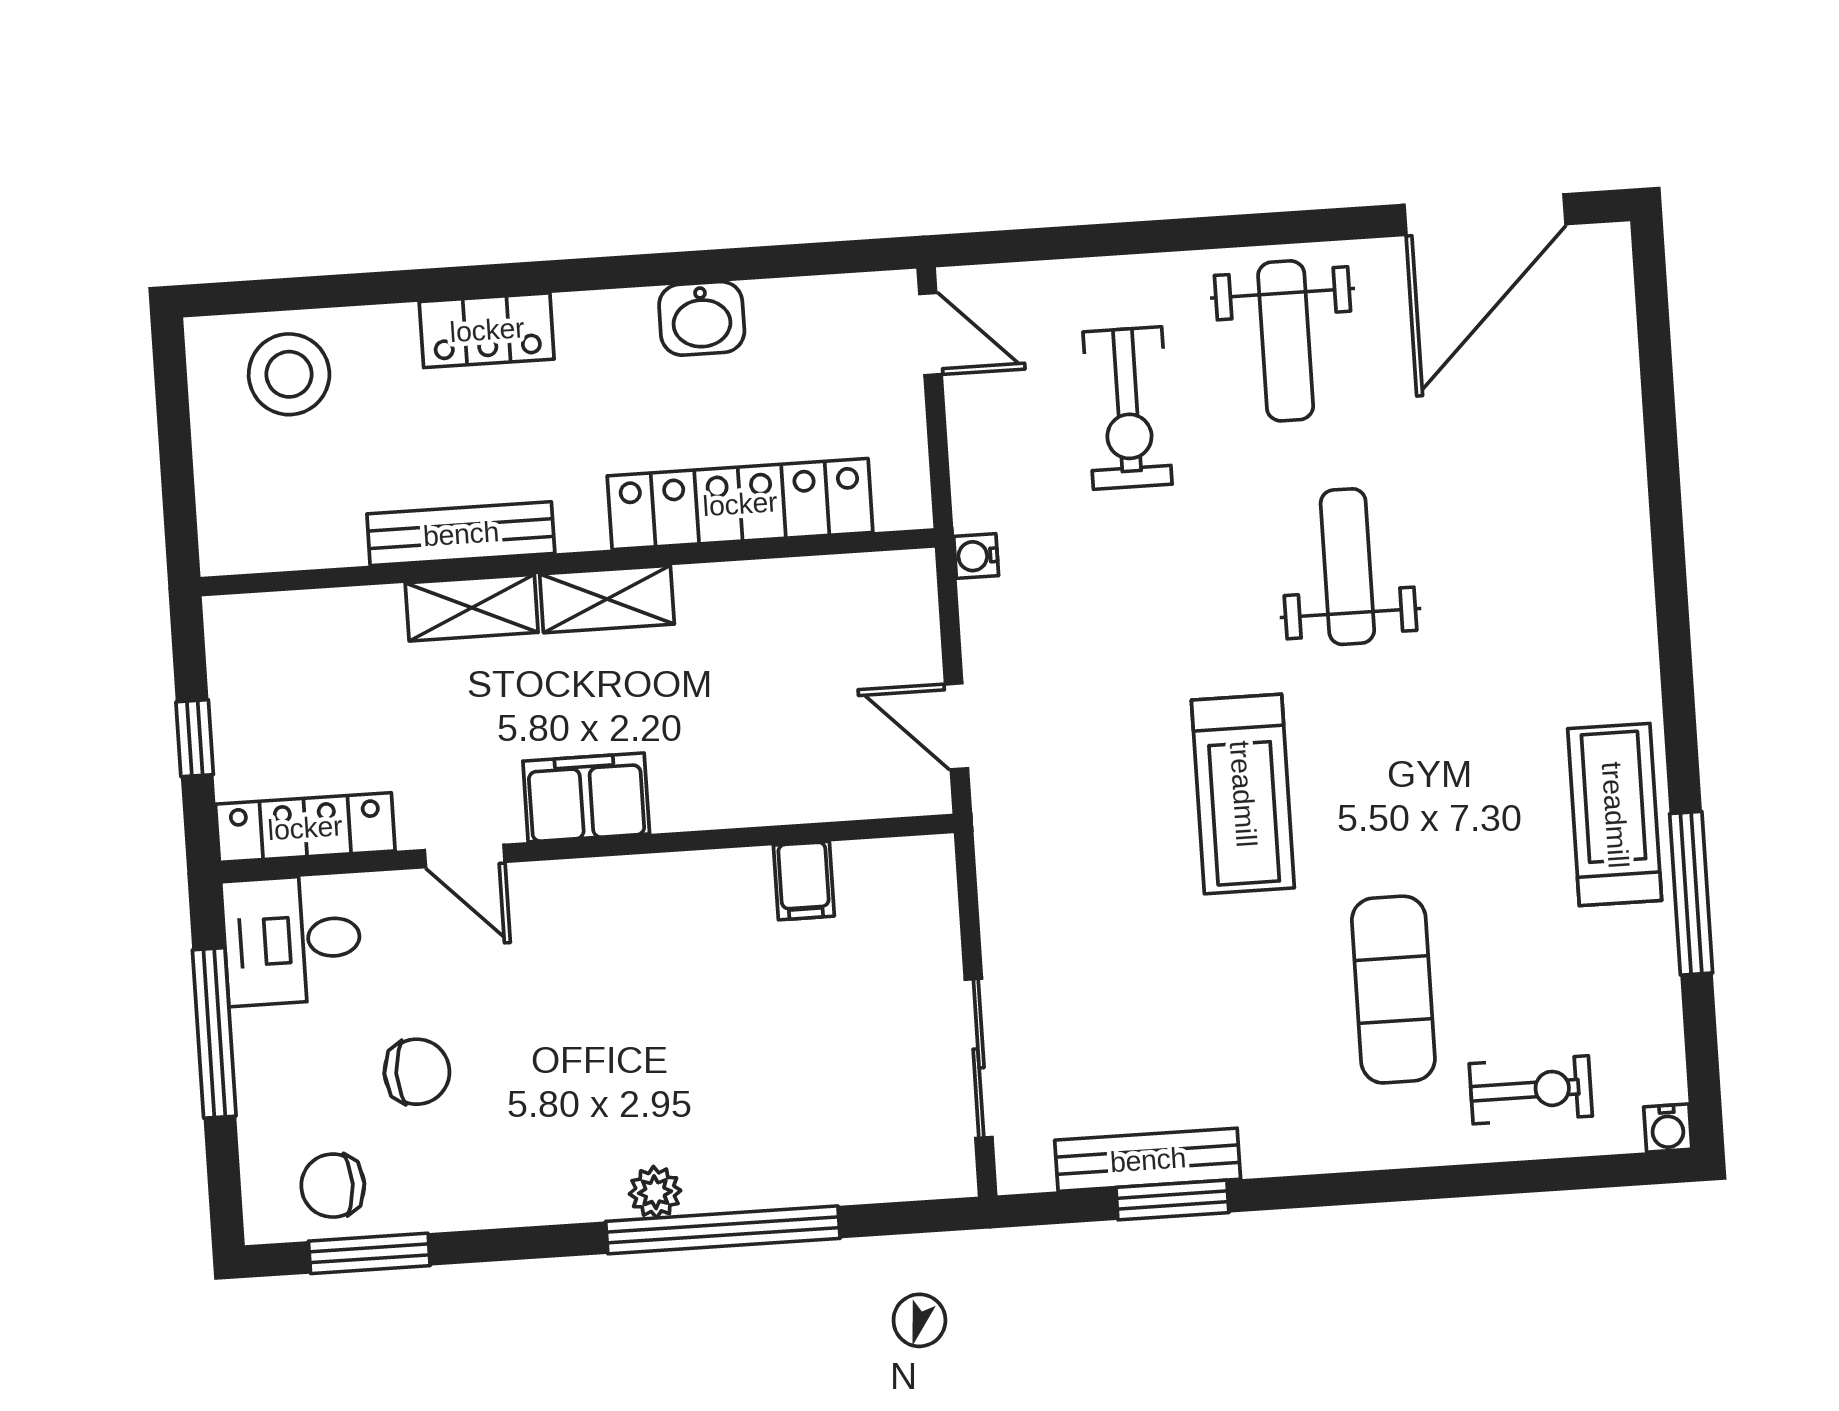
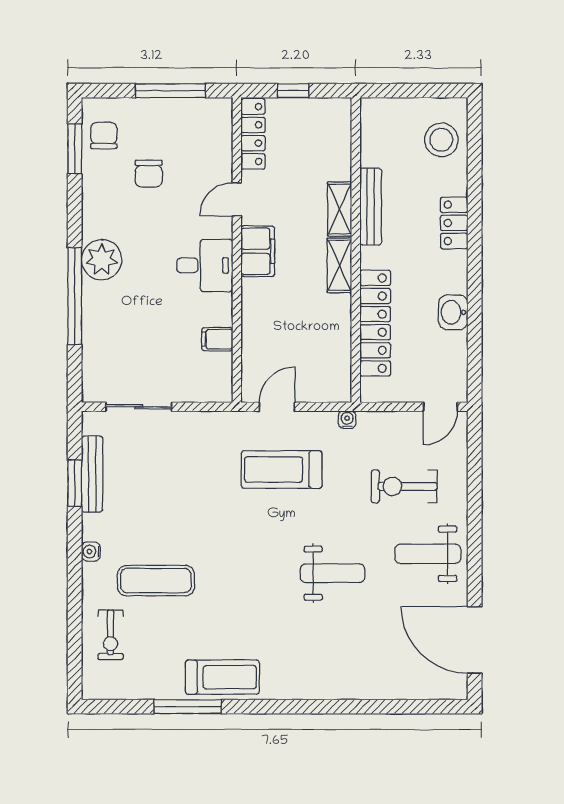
treadmill: (1243, 794) -> (282, 469), moved
desk: (292, 940) -> (205, 265), moved, turned 90
water cooler: (1668, 1128) -> (91, 552), moved
plant: (655, 1192) -> (102, 260), width x1.88, depth x1.88

